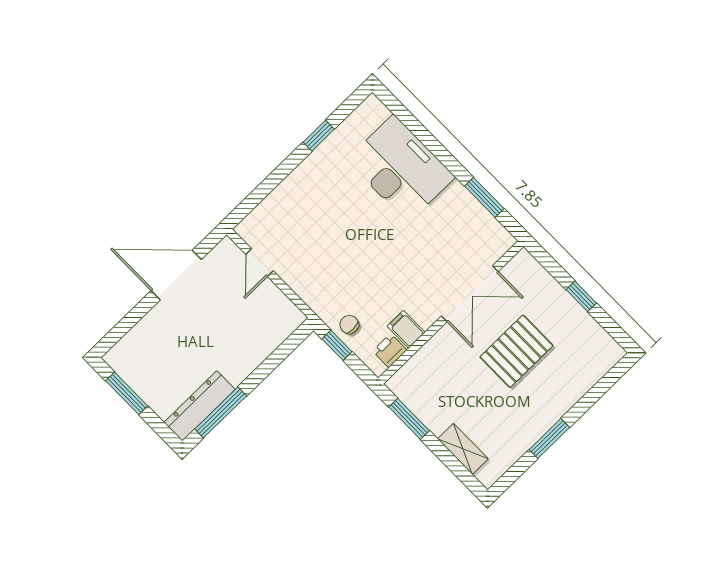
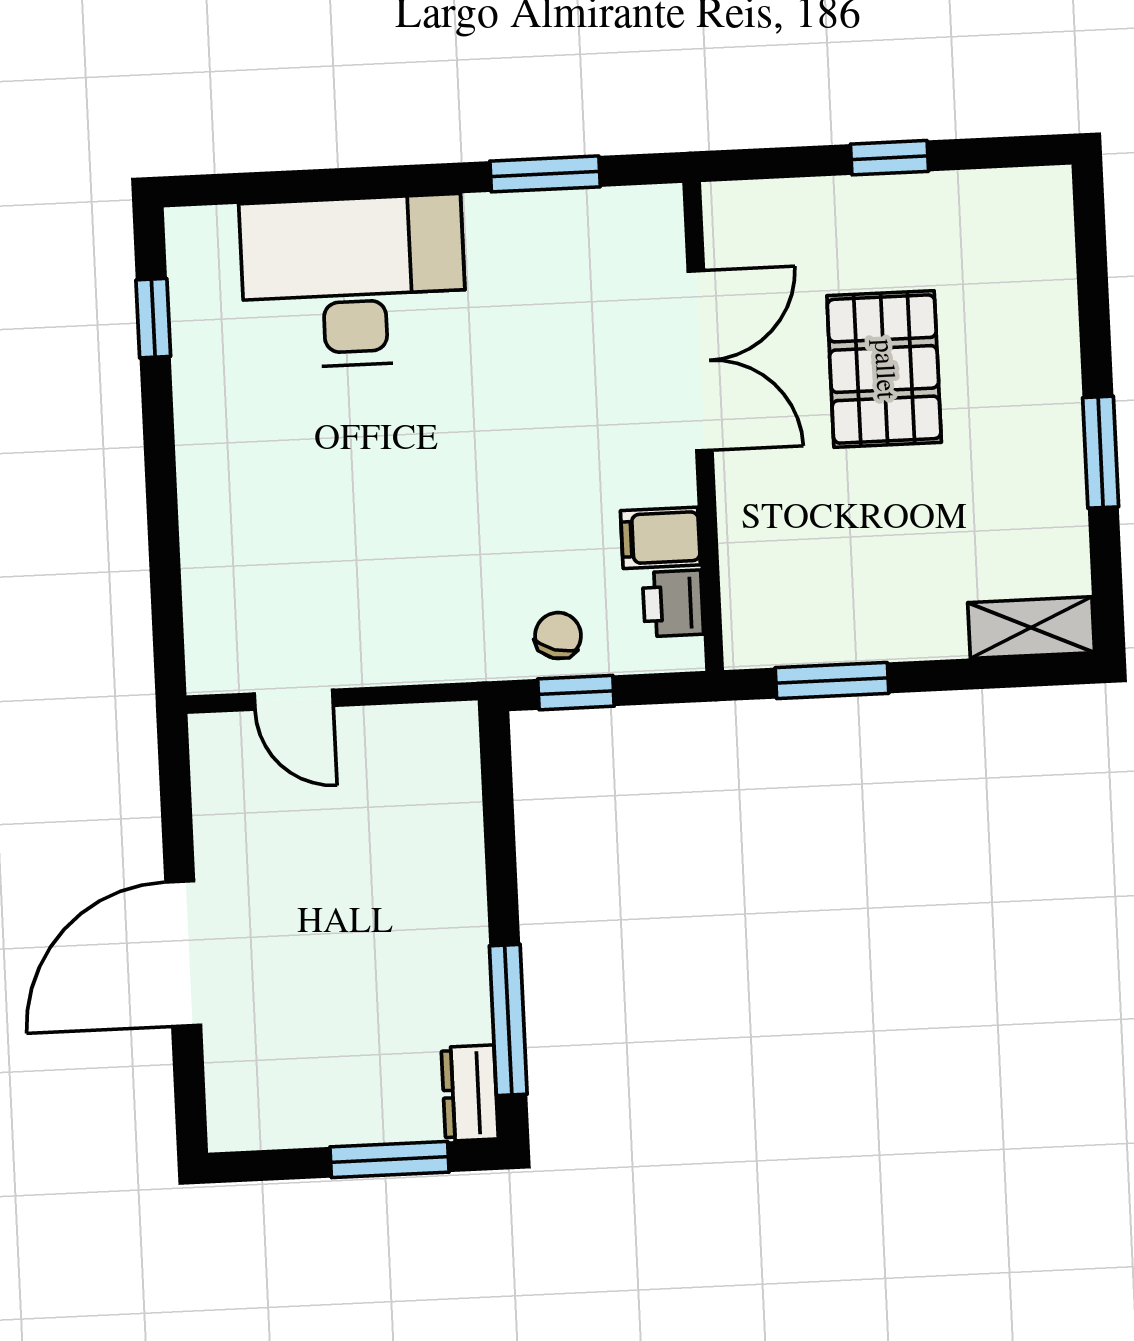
window: (319, 136) -> (153, 318), moved
door: (176, 275) -> (183, 954), moved
chair: (349, 325) -> (558, 636), turned 106
window: (127, 393) -> (390, 1160), moved
dresser: (200, 406) -> (470, 1093), width x0.51, depth x0.80
shelving: (463, 449) -> (1031, 628), moved

